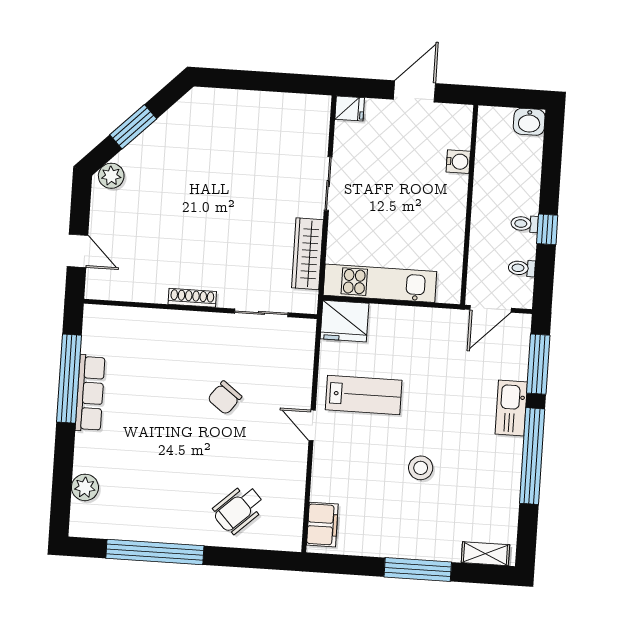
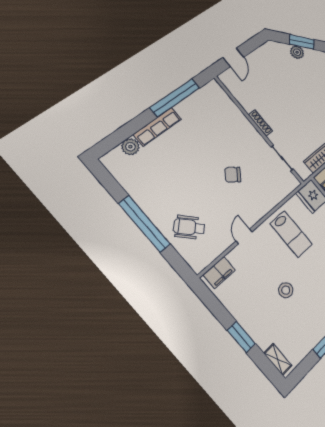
plant: (111, 176) -> (297, 52), moved
row of seats: (90, 393) -> (158, 127), moved
door: (312, 425) -> (244, 236), moved
window: (155, 552) -> (144, 224), moved
window: (418, 569) -> (241, 337), width x0.69

